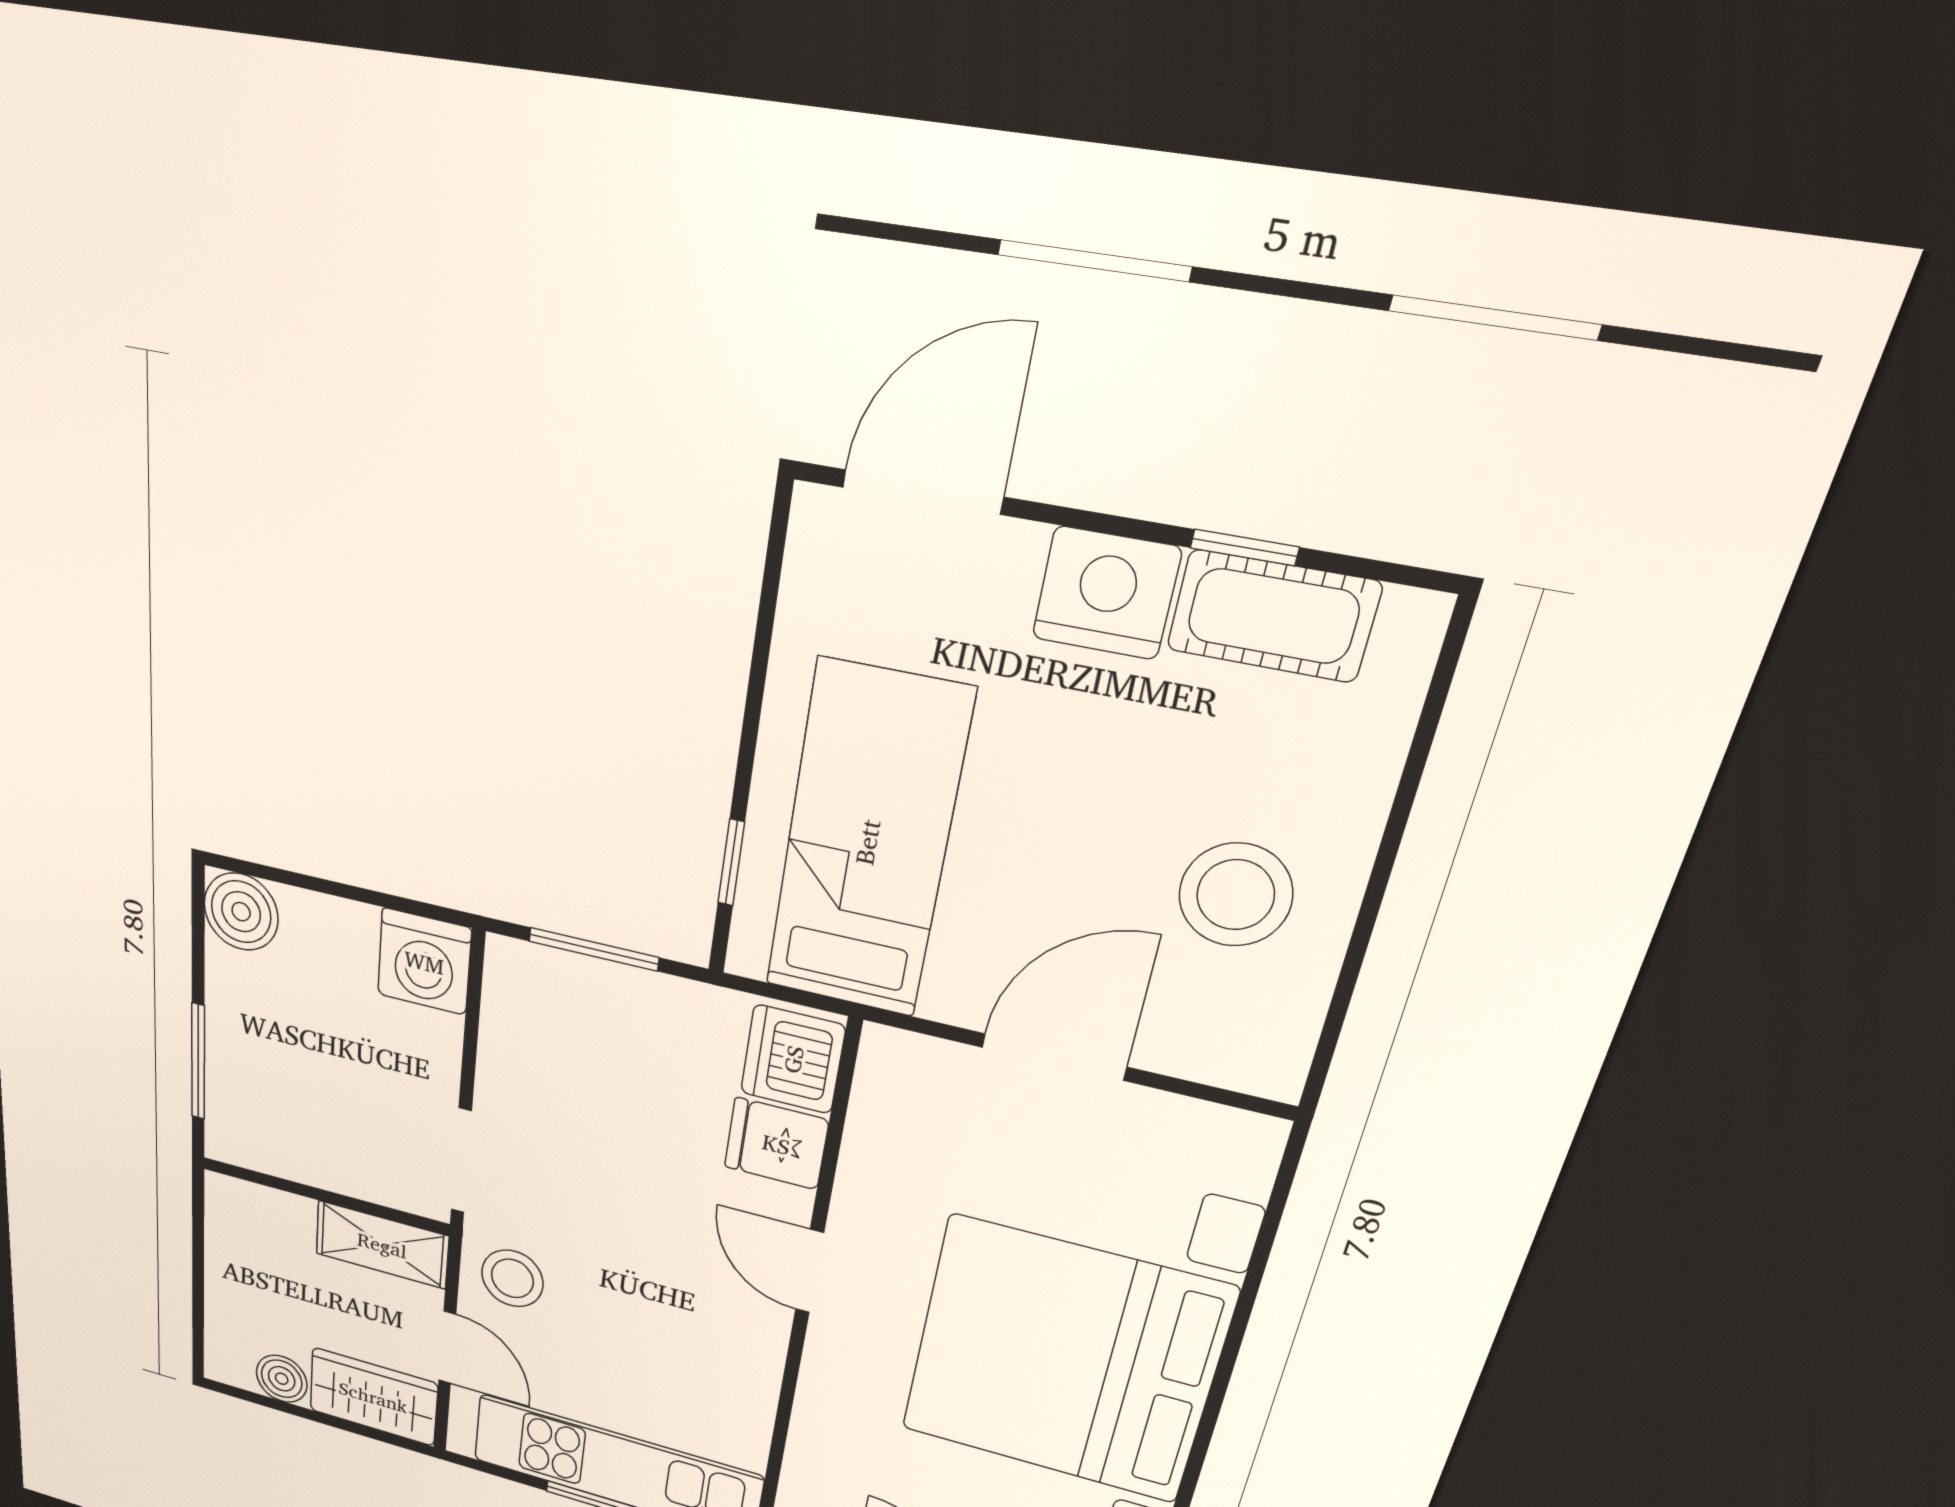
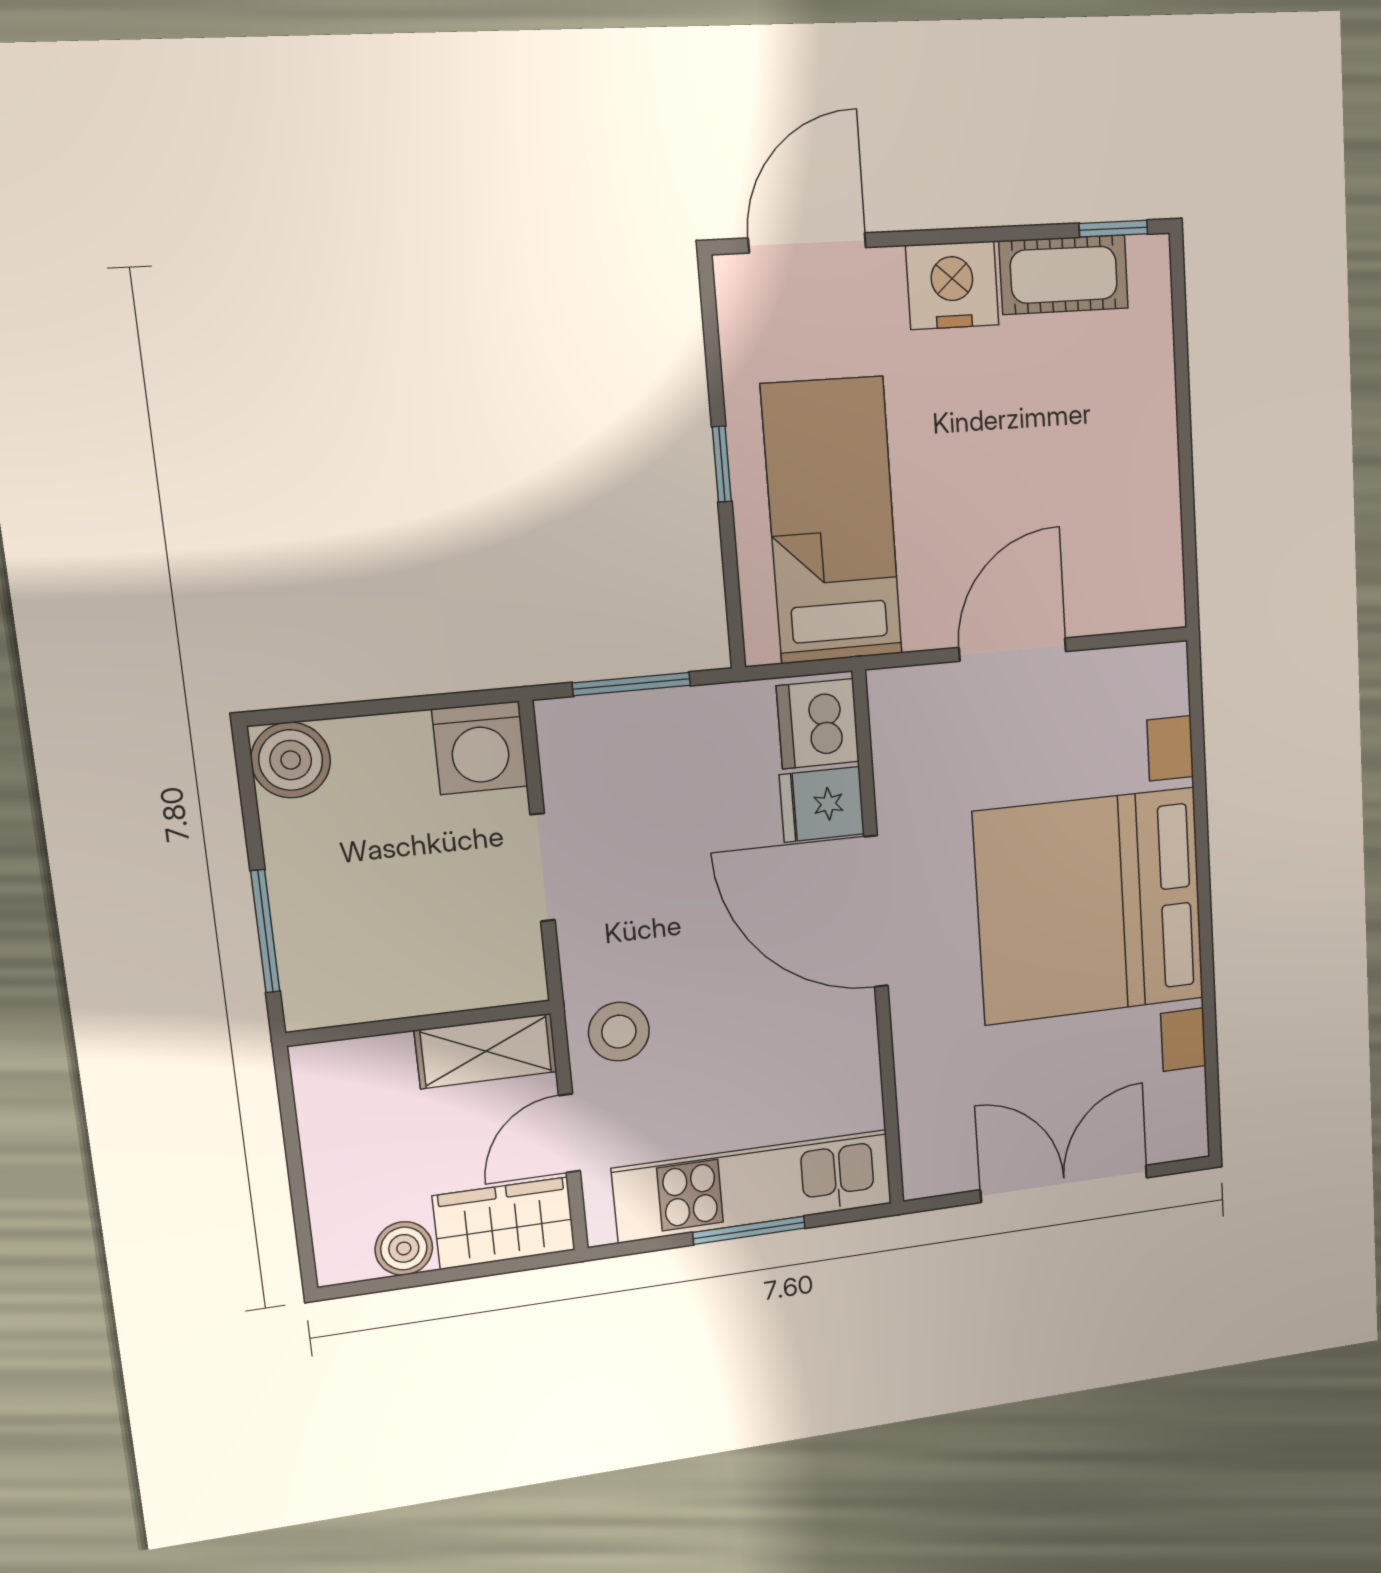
window: (1245, 547) -> (1113, 229), moved
window: (731, 863) -> (722, 464), moved
stool: (1236, 895) -> (1099, 481), removed
doorway: (461, 1161) -> (543, 867), moved
door: (810, 1271) -> (876, 912), width x1.87
door: (447, 1347) -> (569, 1133), swing flipped

